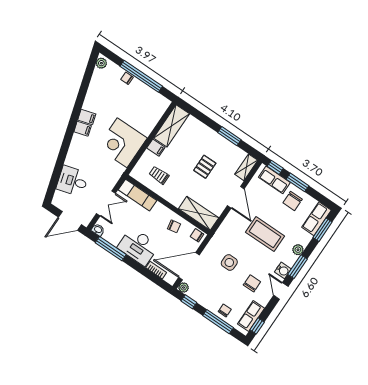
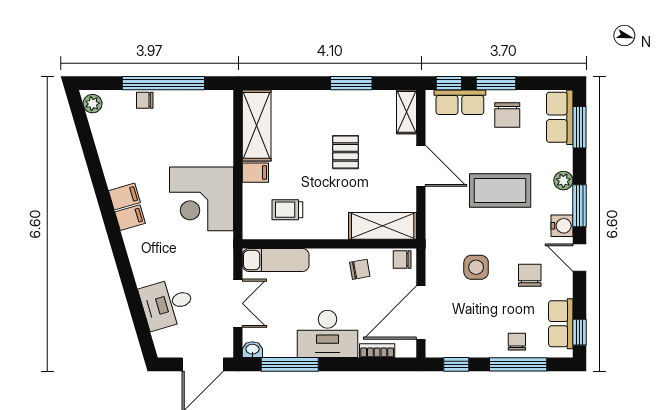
plant: (184, 288) -> (434, 349), removed

